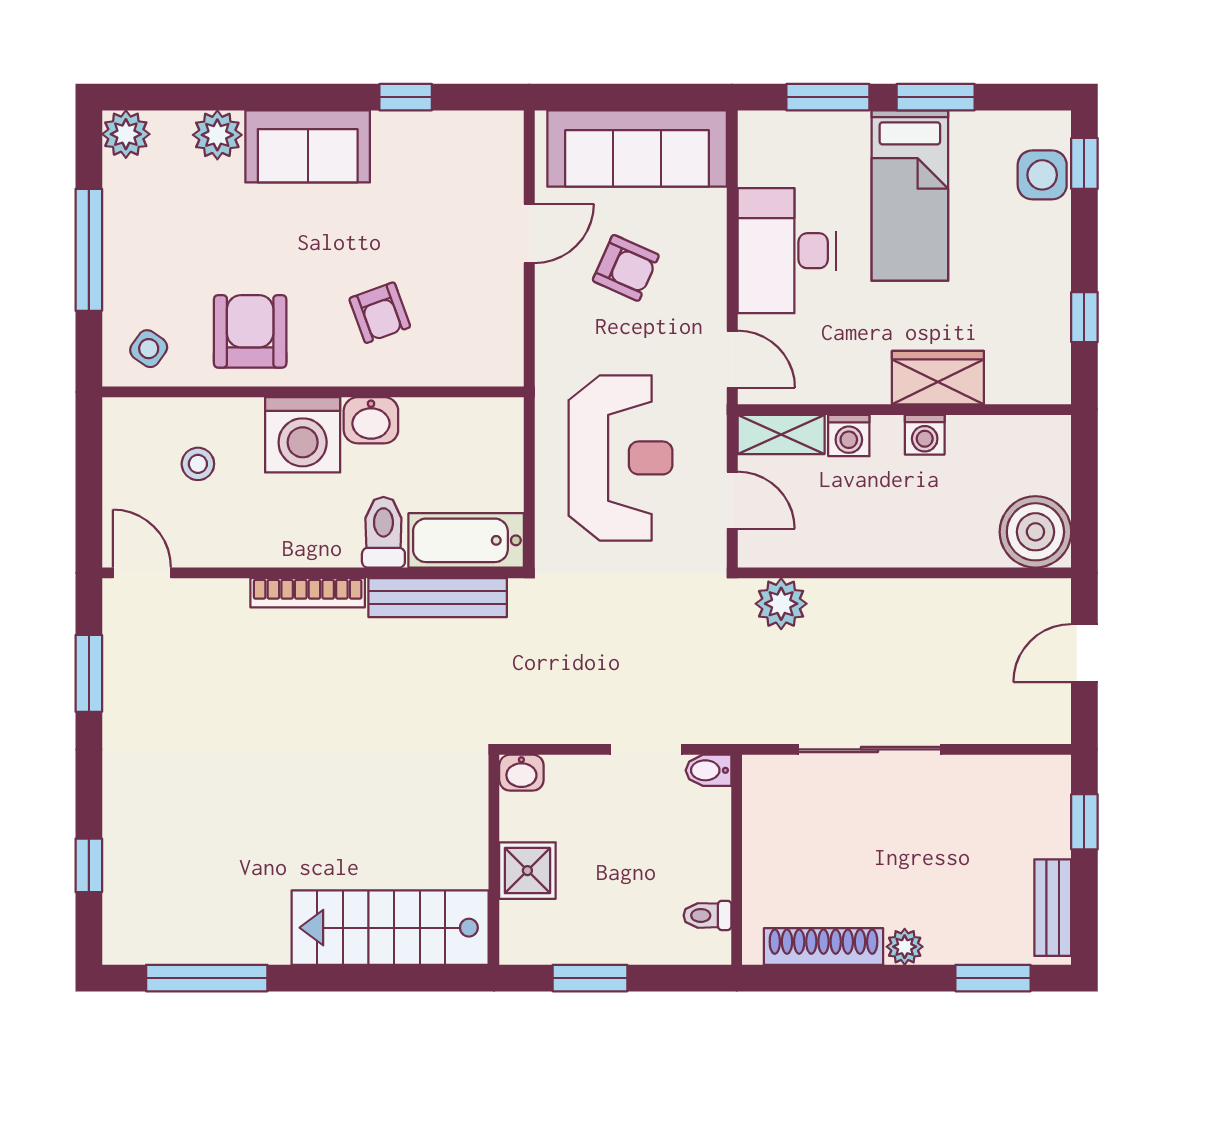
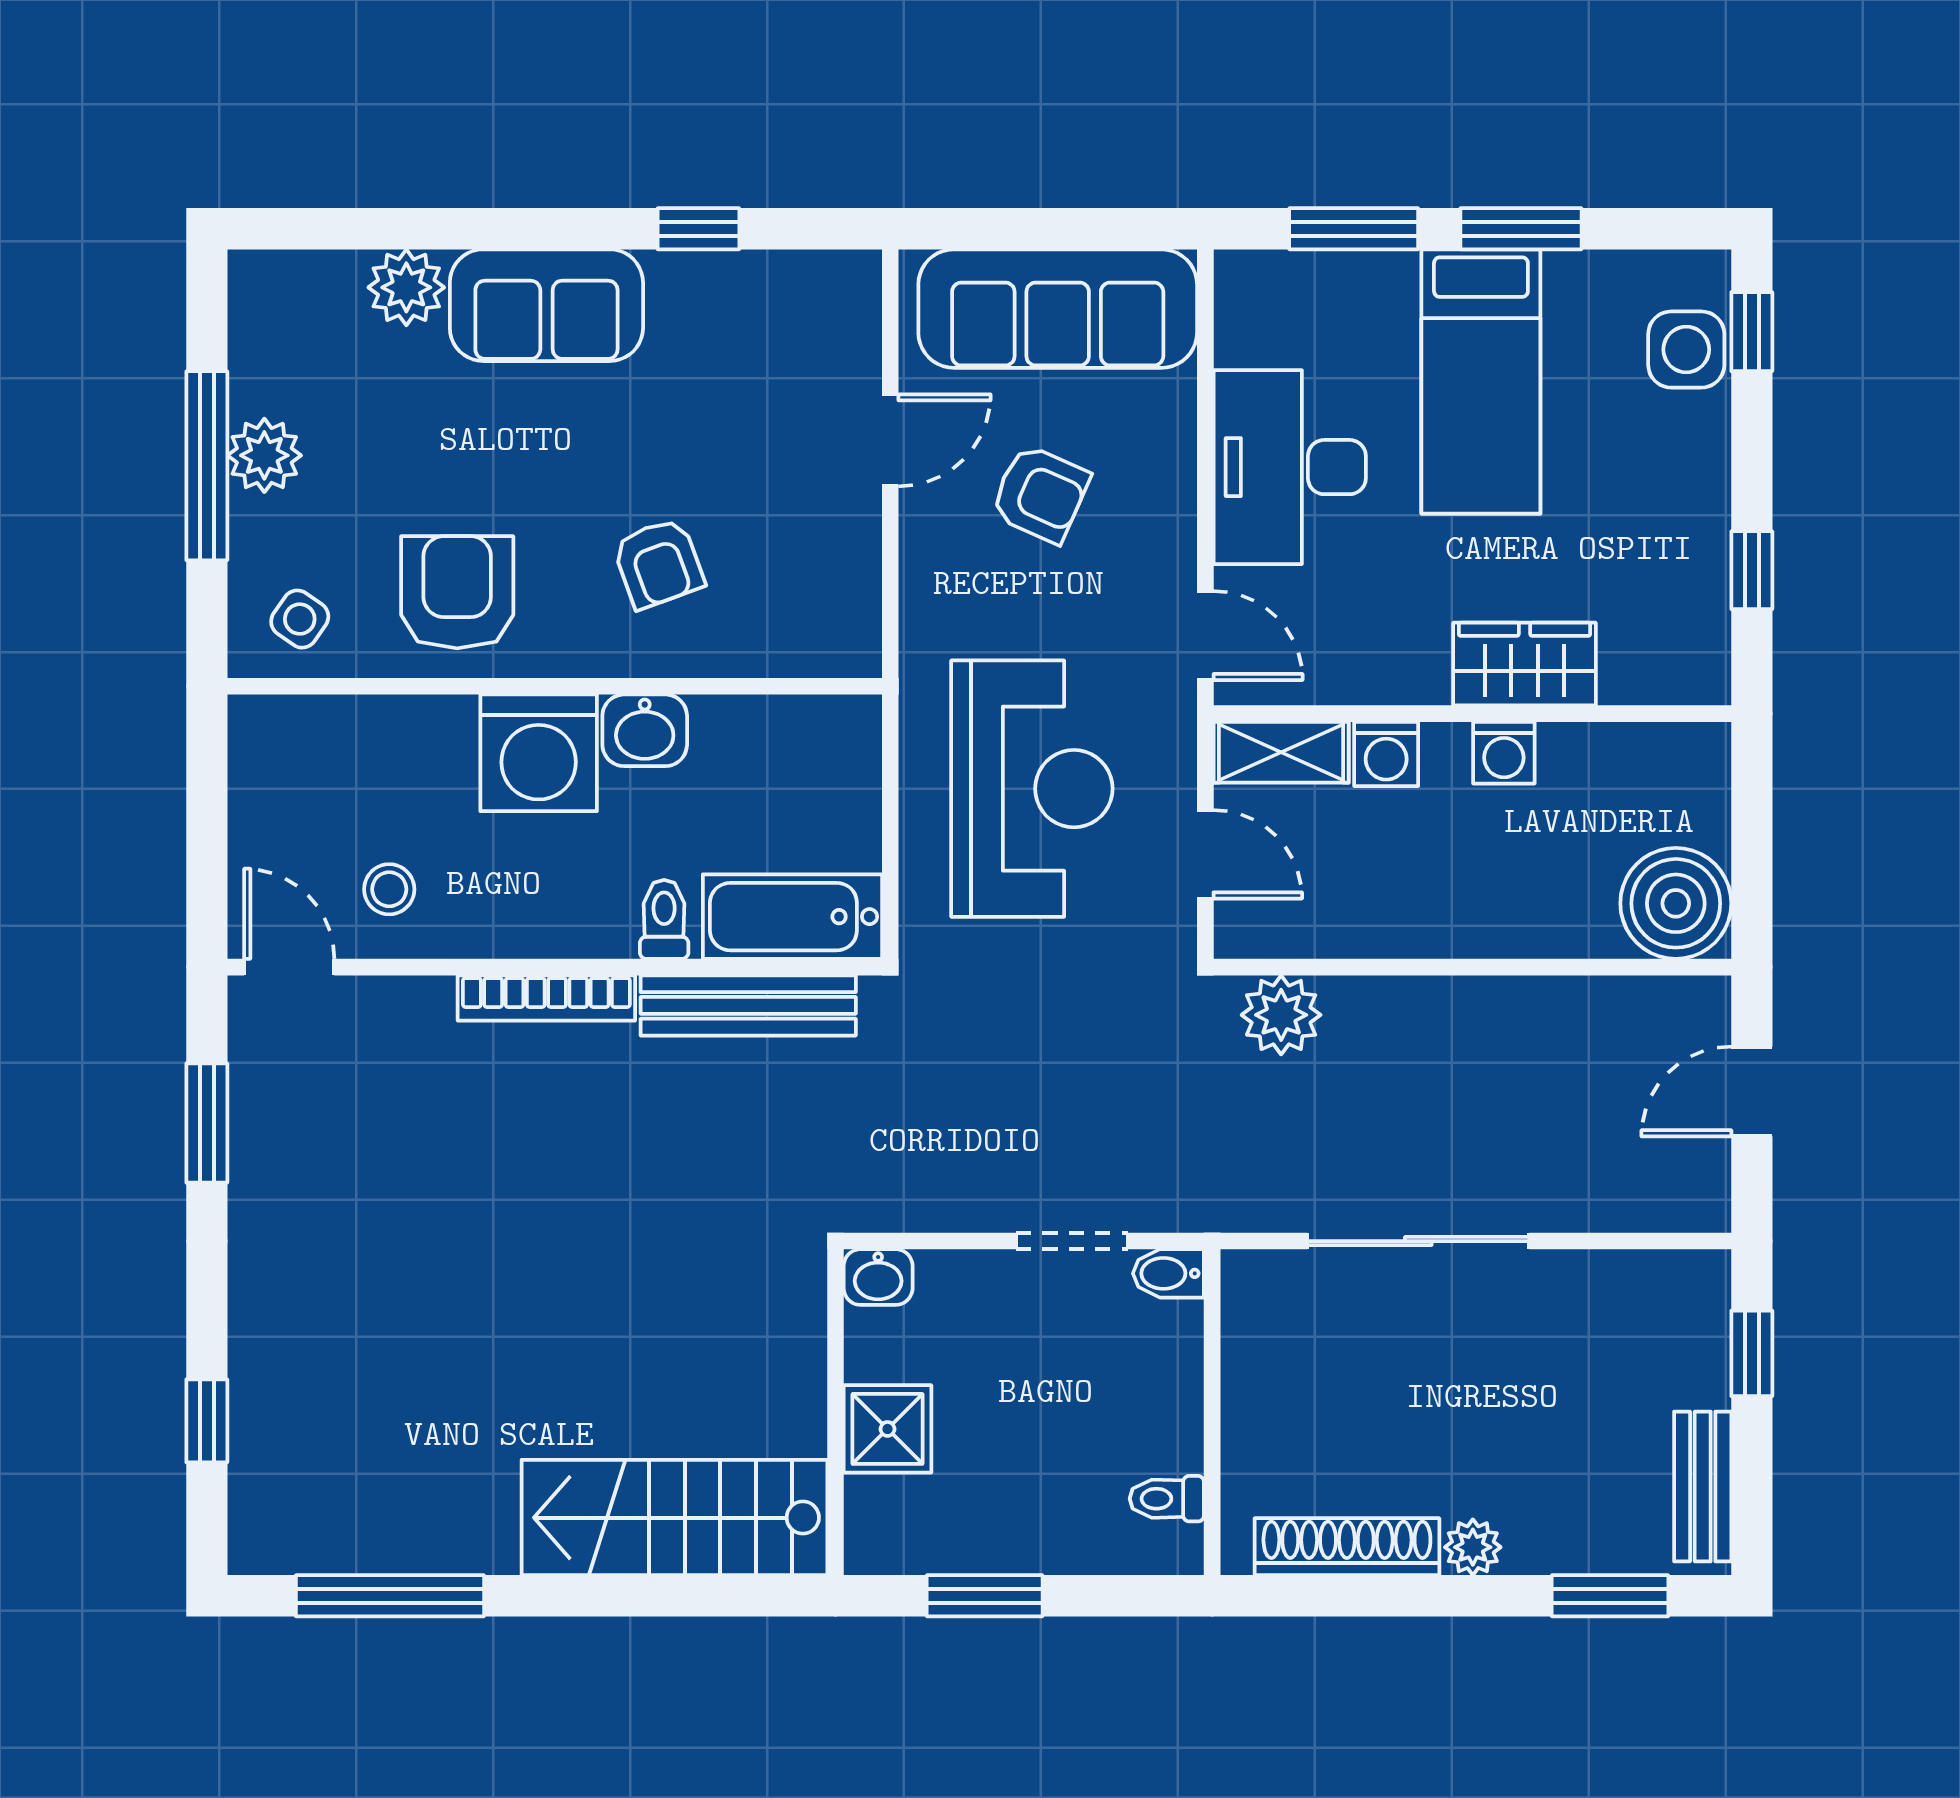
plant: (126, 134) -> (264, 455), moved
stool: (198, 464) -> (389, 889), moved
toilet: (383, 532) -> (664, 919), width x0.73, depth x0.72

